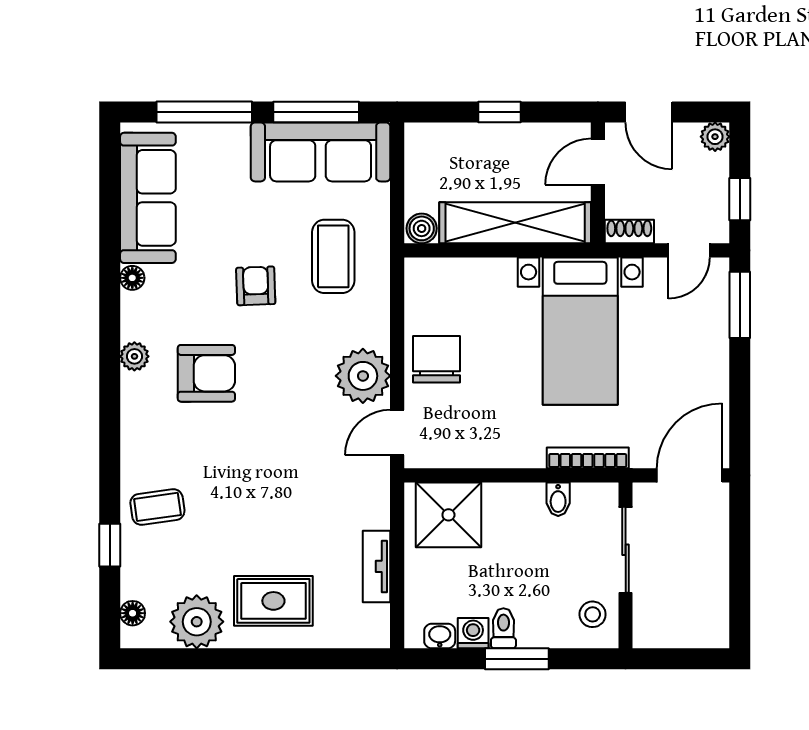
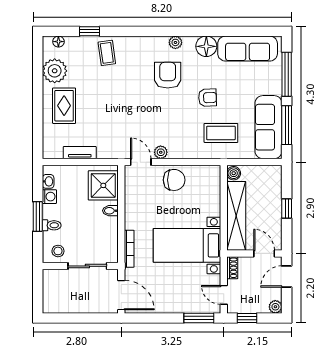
floor lamp: (132, 278) -> (206, 46), width x1.89, depth x1.89
armchair: (206, 373) -> (168, 75), turned 180
plant: (363, 376) -> (161, 152), width x0.53, depth x0.53
bidet: (558, 499) -> (110, 211), moved
toilet: (503, 628) -> (52, 225), moved

